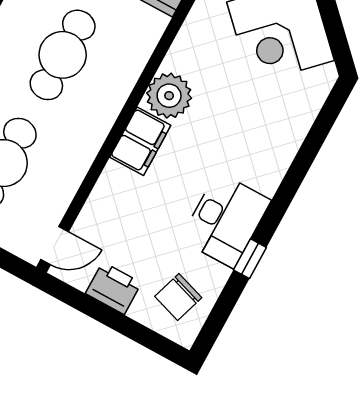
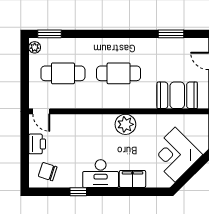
filing cabinet: (140, 141) -> (133, 179), moved, turned 180
desk: (225, 220) -> (101, 174), moved

